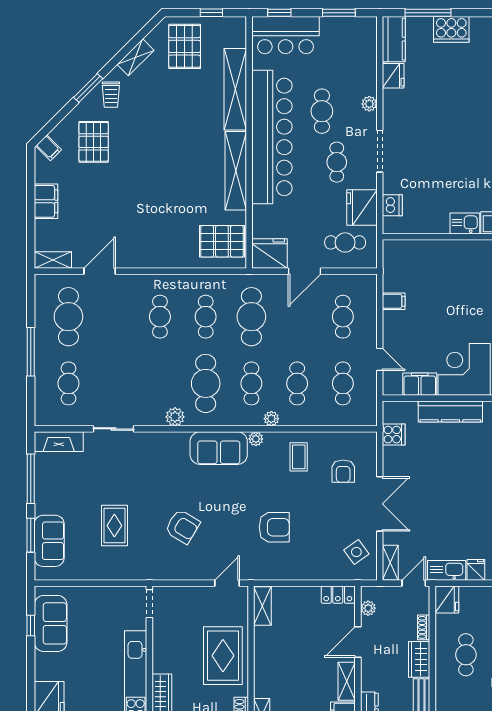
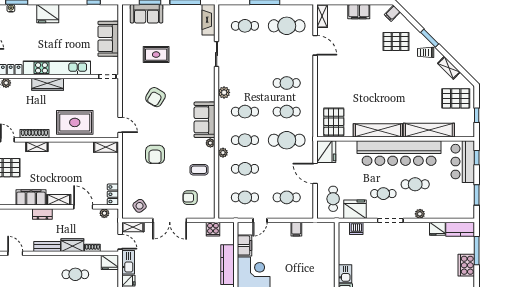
cafe table: (206, 383) -> (245, 112), width x0.73, depth x0.74
sofa: (51, 623) -> (108, 39), moved, turned 90

